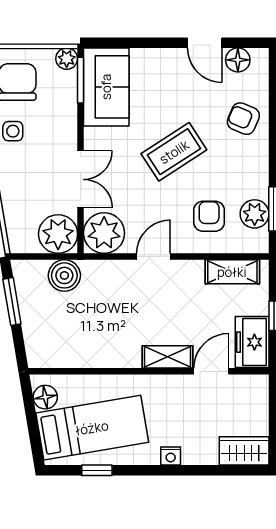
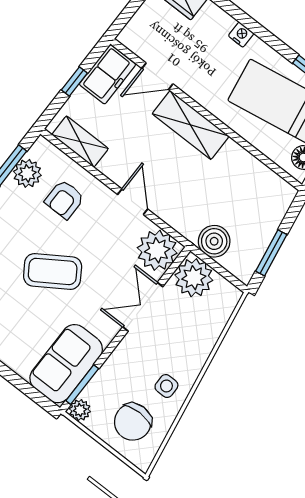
door: (153, 256) -> (133, 202), swing flipped
shelving: (167, 357) -> (191, 125), width x1.50, depth x1.33

